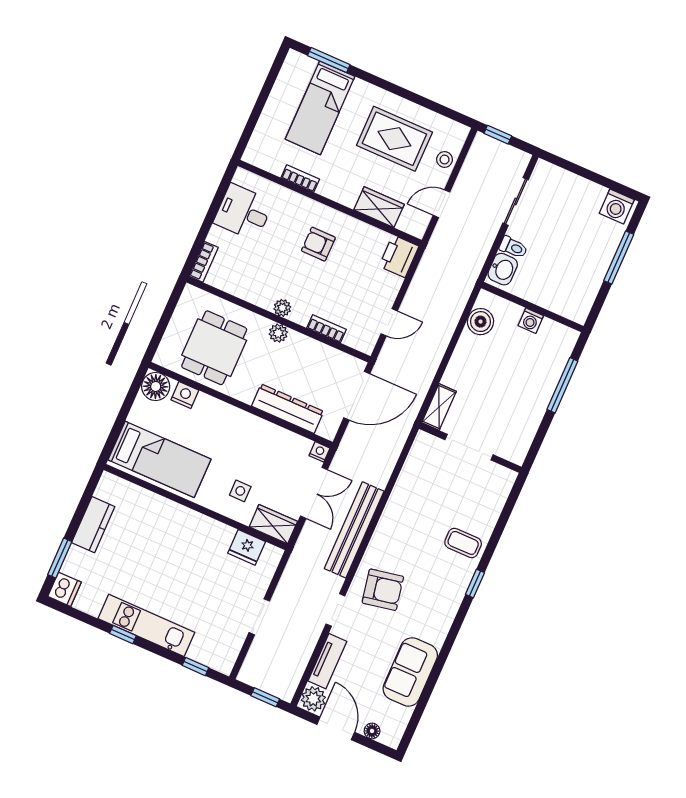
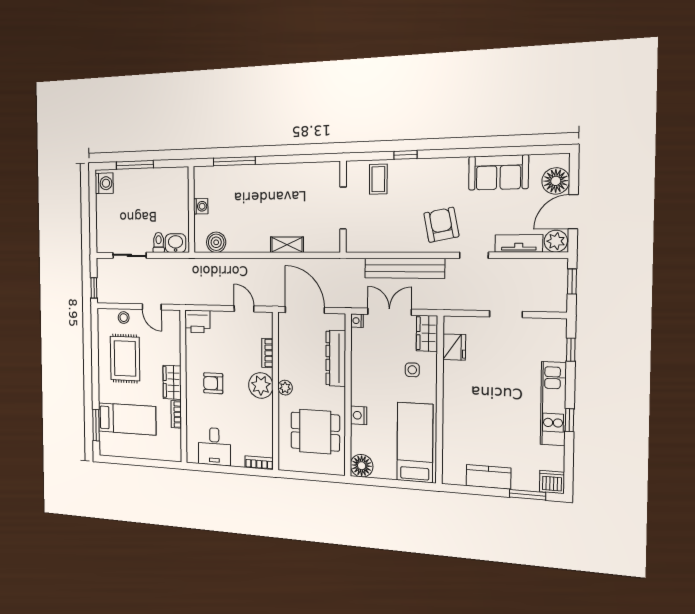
wardrobe: (379, 207) -> (172, 382), moved
armchair: (318, 244) -> (213, 383), turned 90
plant: (282, 308) -> (261, 385), width x1.88, depth x1.88
nightstand: (185, 395) -> (359, 415), moved
doorway: (469, 447) -> (343, 208), moved
wall: (470, 448) -> (343, 207), moved
floor lamp: (372, 731) -> (556, 181), width x1.89, depth x1.89

